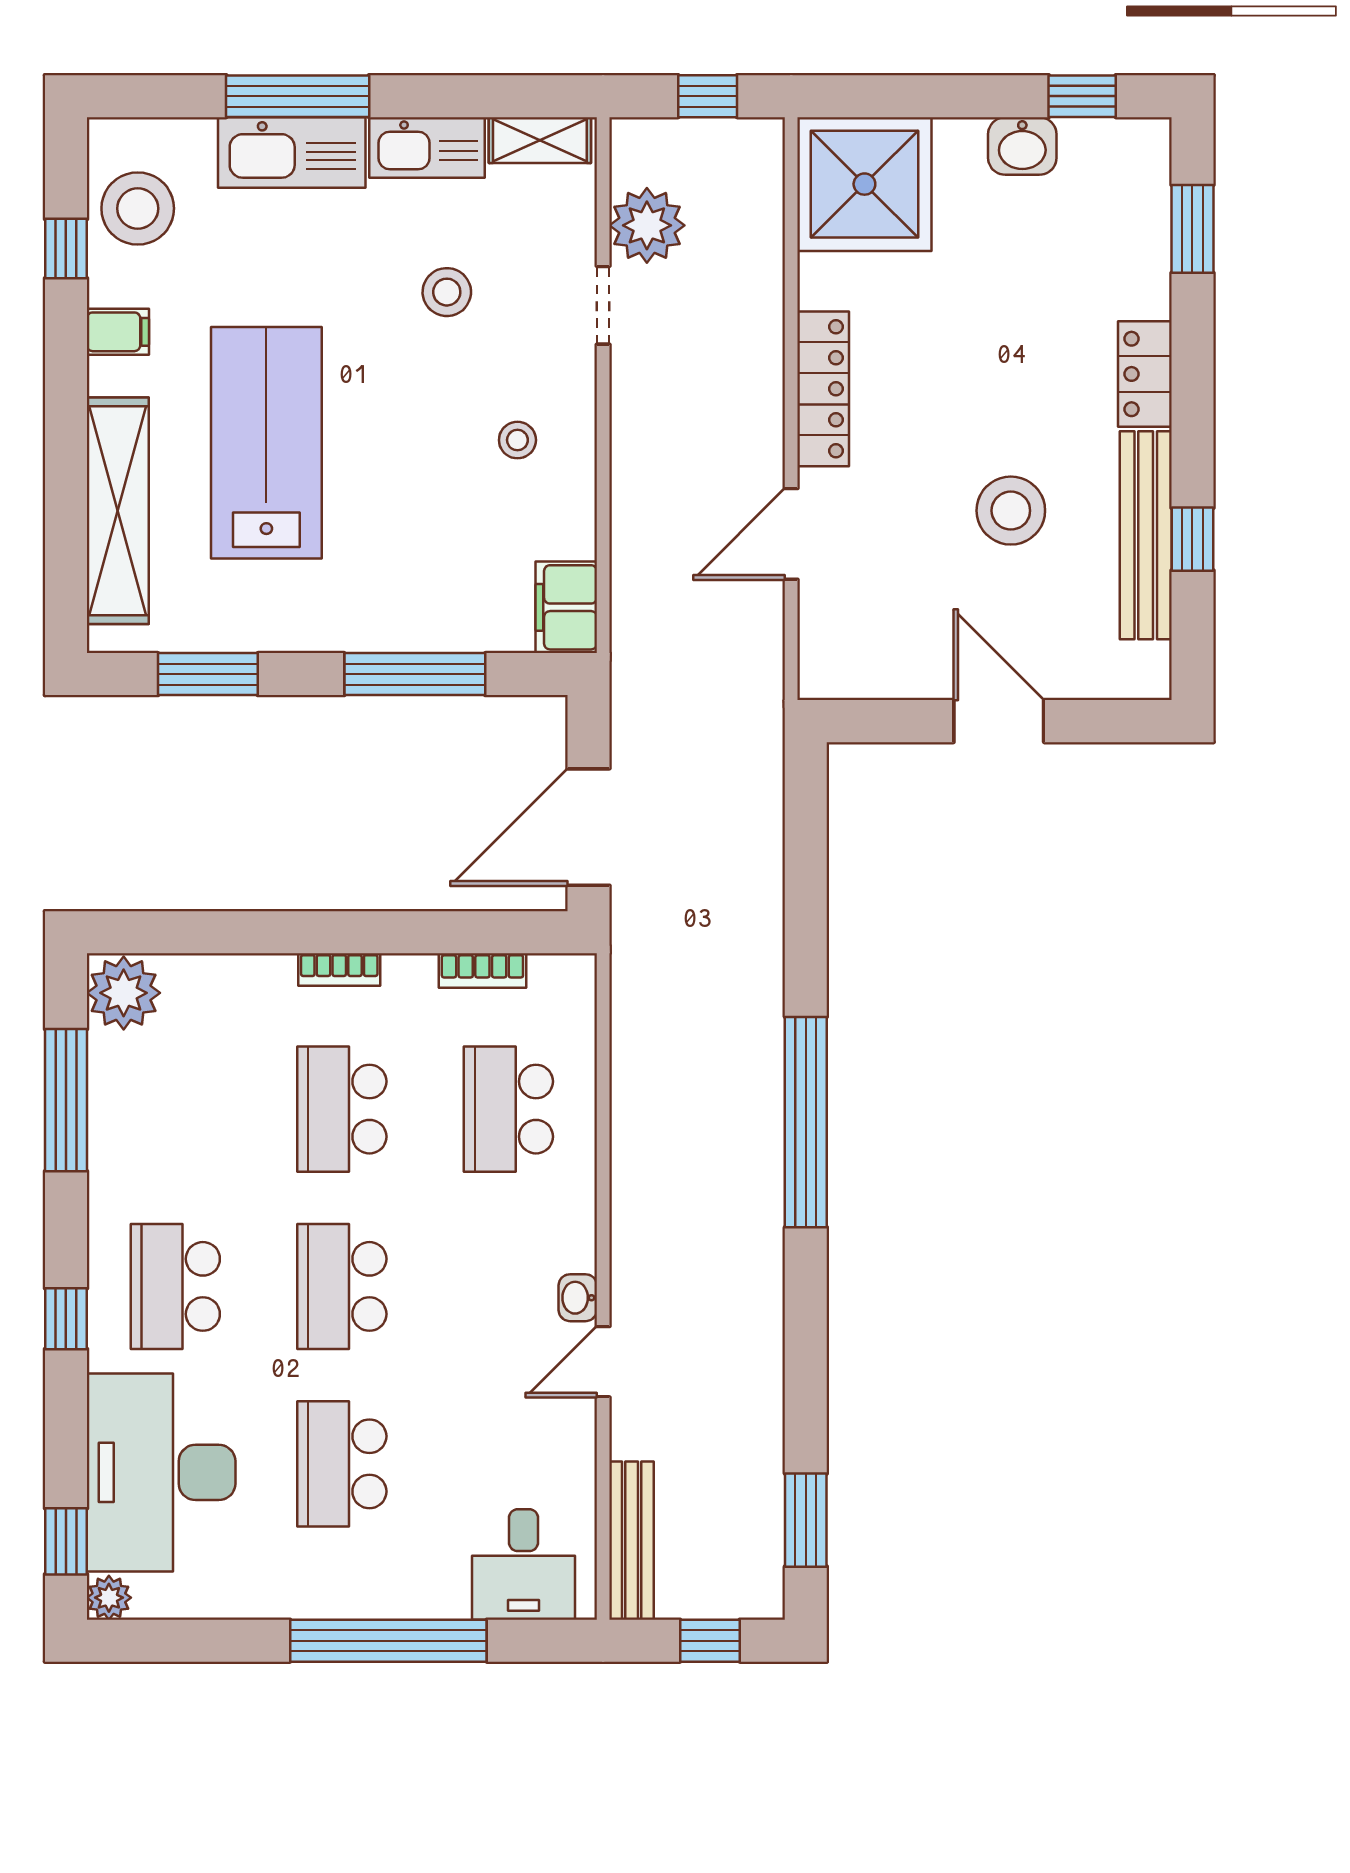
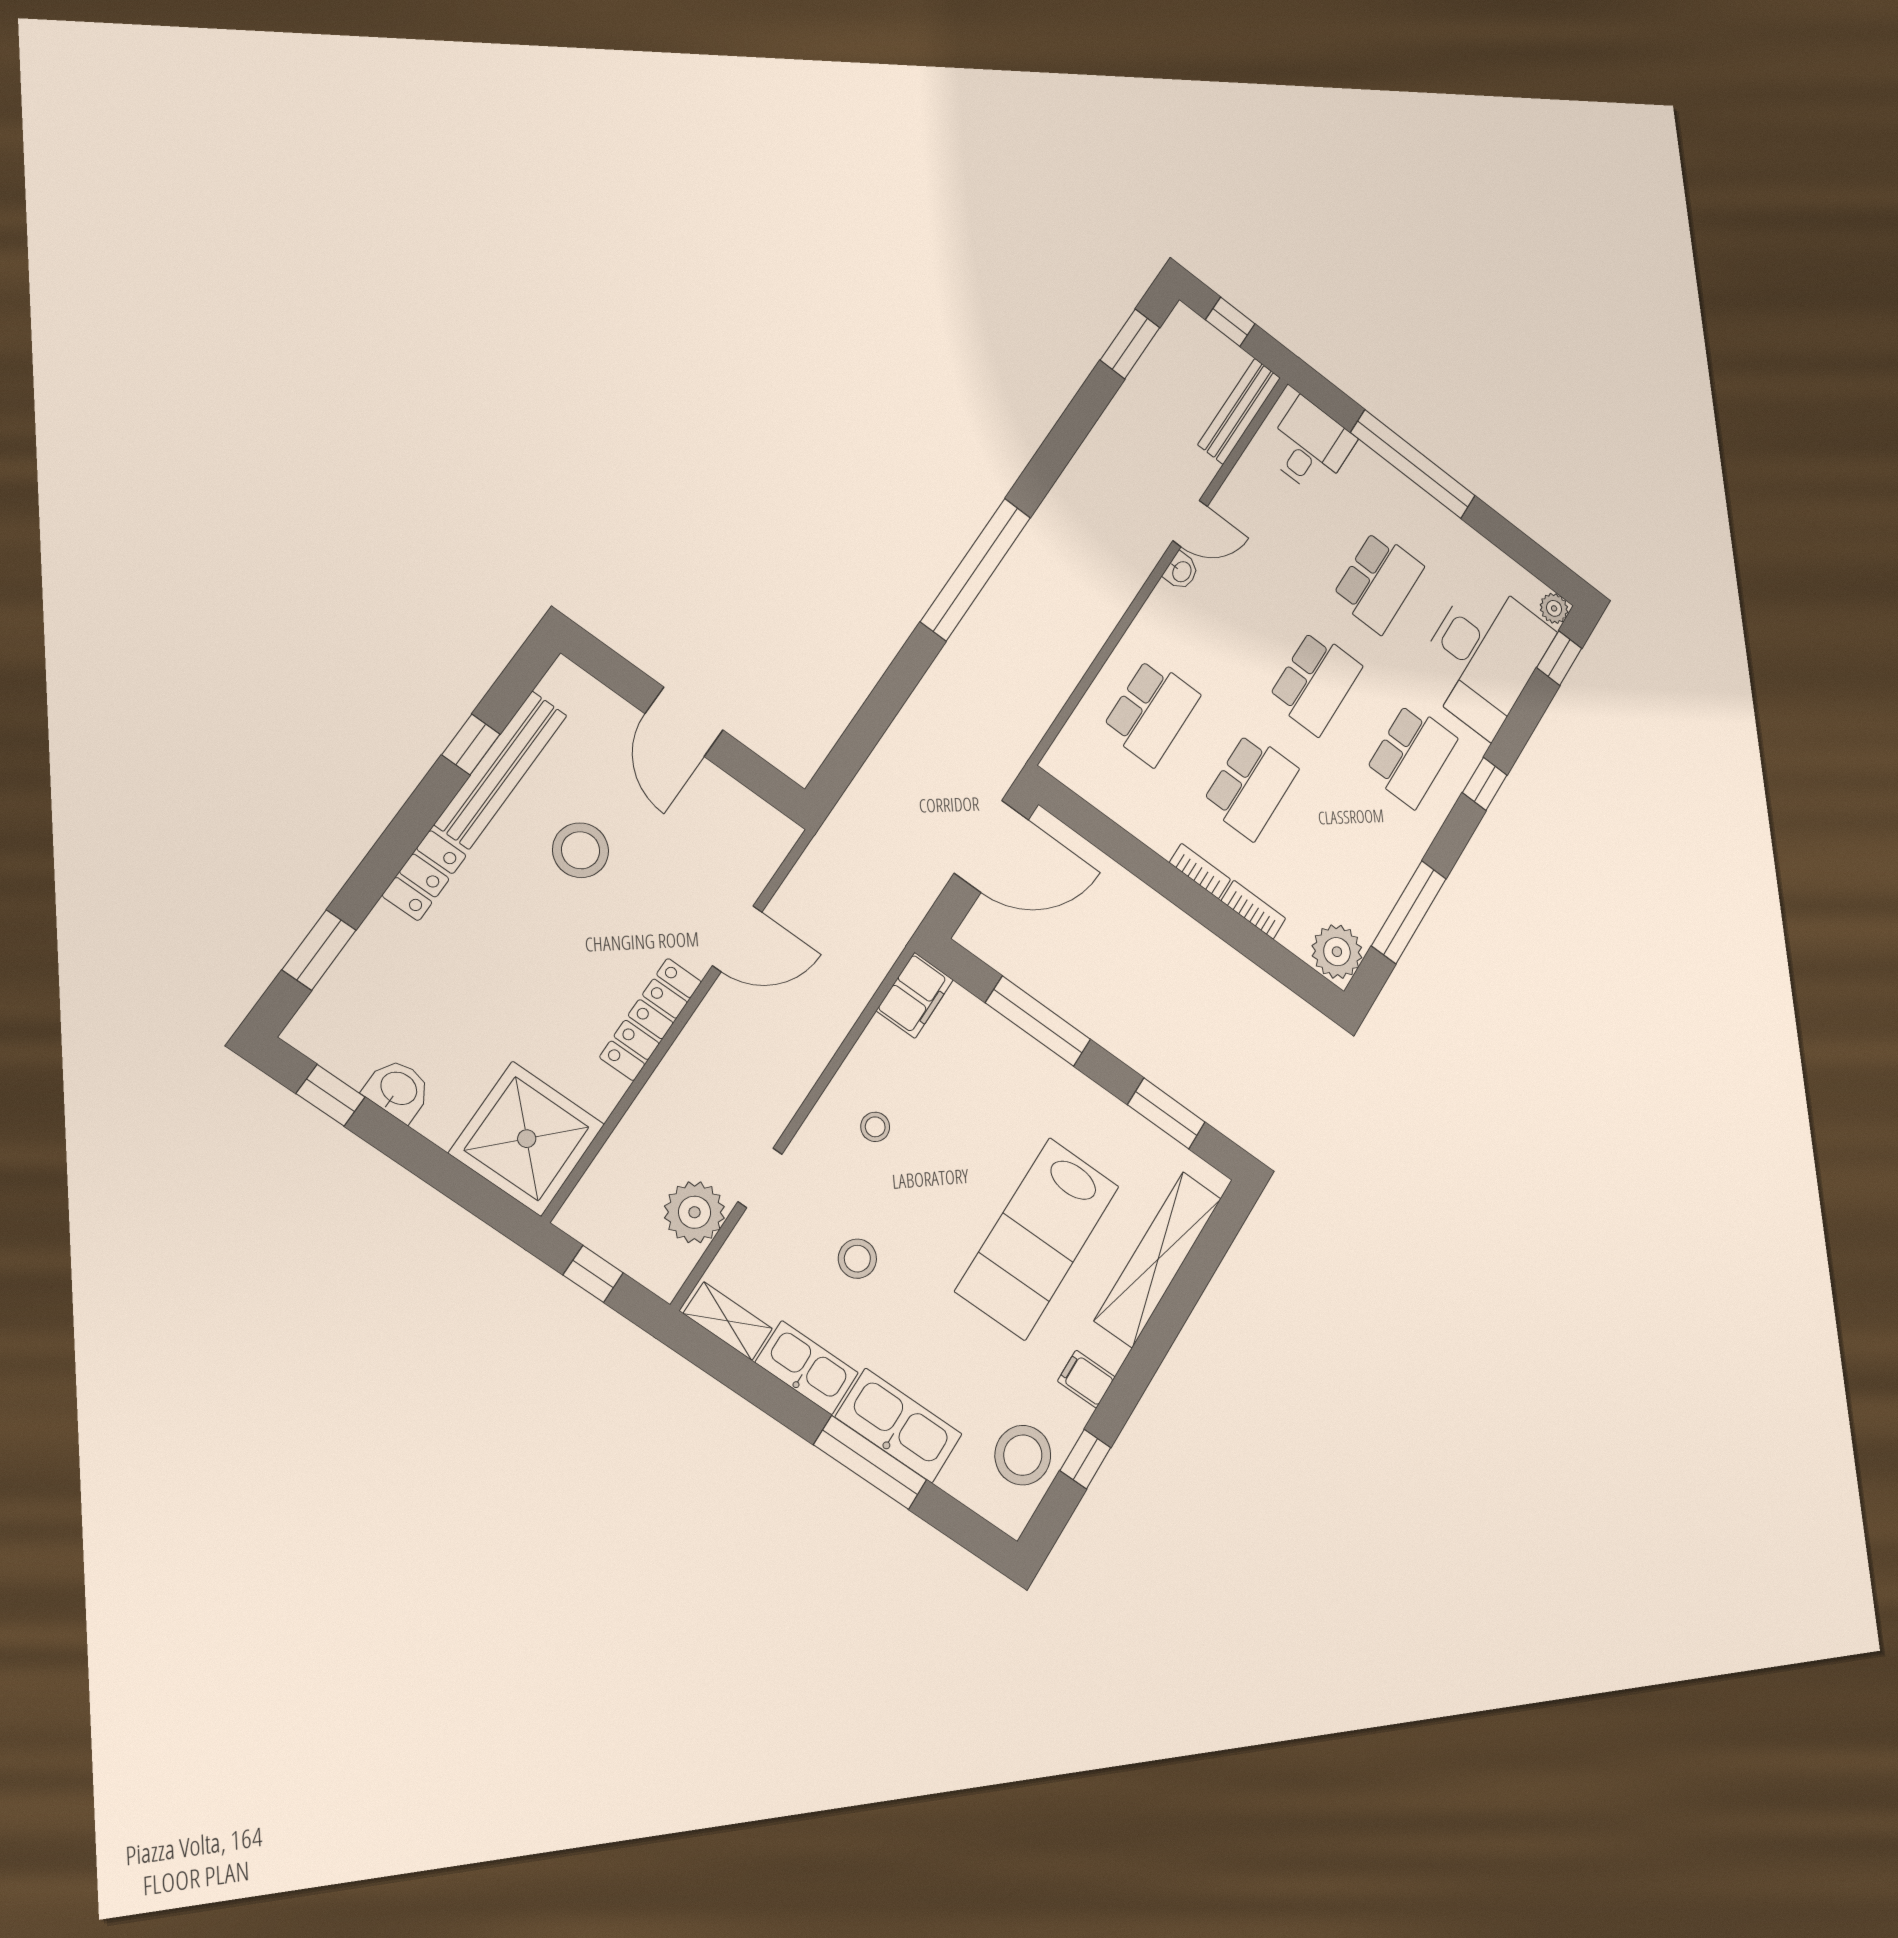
bookcase: (482, 971) -> (1253, 910), moved

